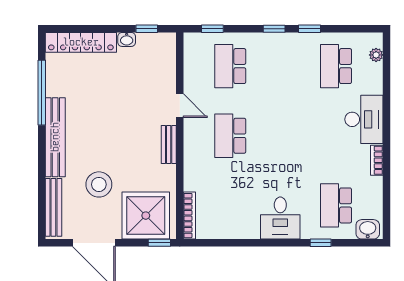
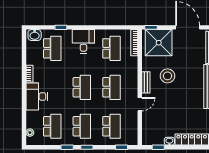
school desk: (283, 66) -> (82, 126), added
door: (180, 106) -> (140, 104), swing flipped
school desk: (283, 136) -> (82, 87), added
stool: (99, 184) -> (167, 76), moved
school desk: (230, 205) -> (111, 48), added

